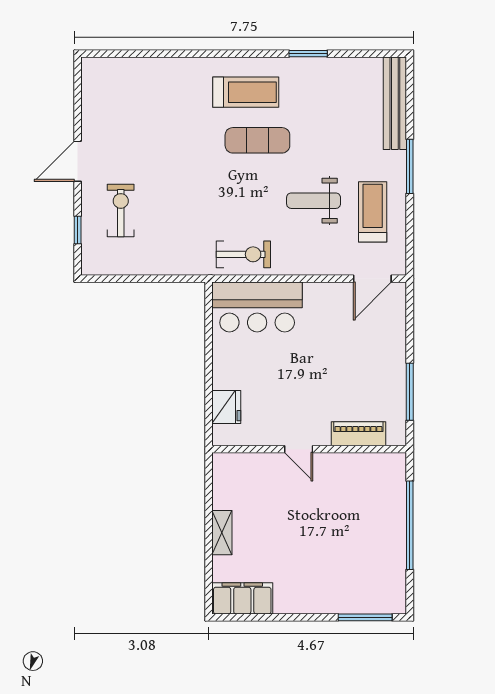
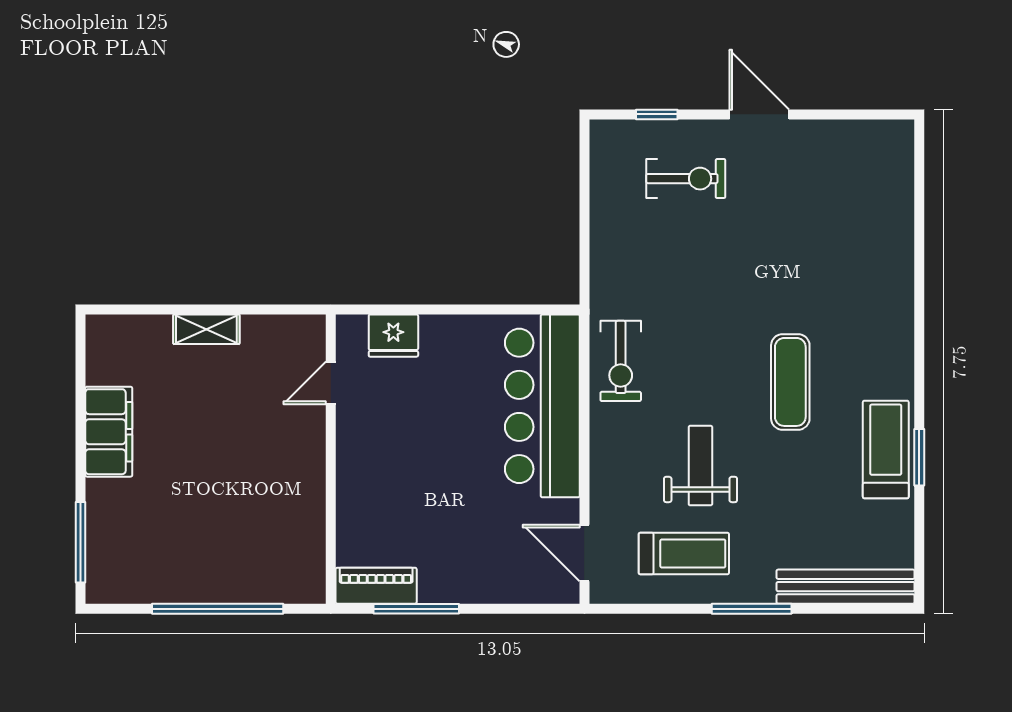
treadmill: (246, 92) -> (886, 449), moved, turned 180
bar counter: (257, 307) -> (542, 406), width x1.36
piano: (358, 434) -> (376, 586), moved, turned -90
door: (299, 449) -> (331, 383), moved
filing cabinet: (242, 598) -> (109, 432), moved

